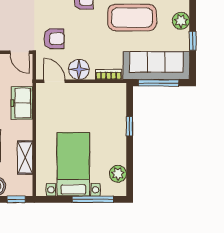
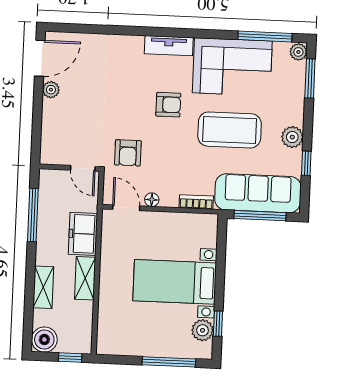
armchair: (54, 39) -> (128, 153), turned 90
floor lamp: (79, 69) -> (152, 200), width x0.53, depth x0.53
window: (130, 126) -> (218, 324), moved
shelving: (25, 158) -> (85, 278), moved
bed with nightstands: (73, 164) -> (175, 282), moved, turned -90

